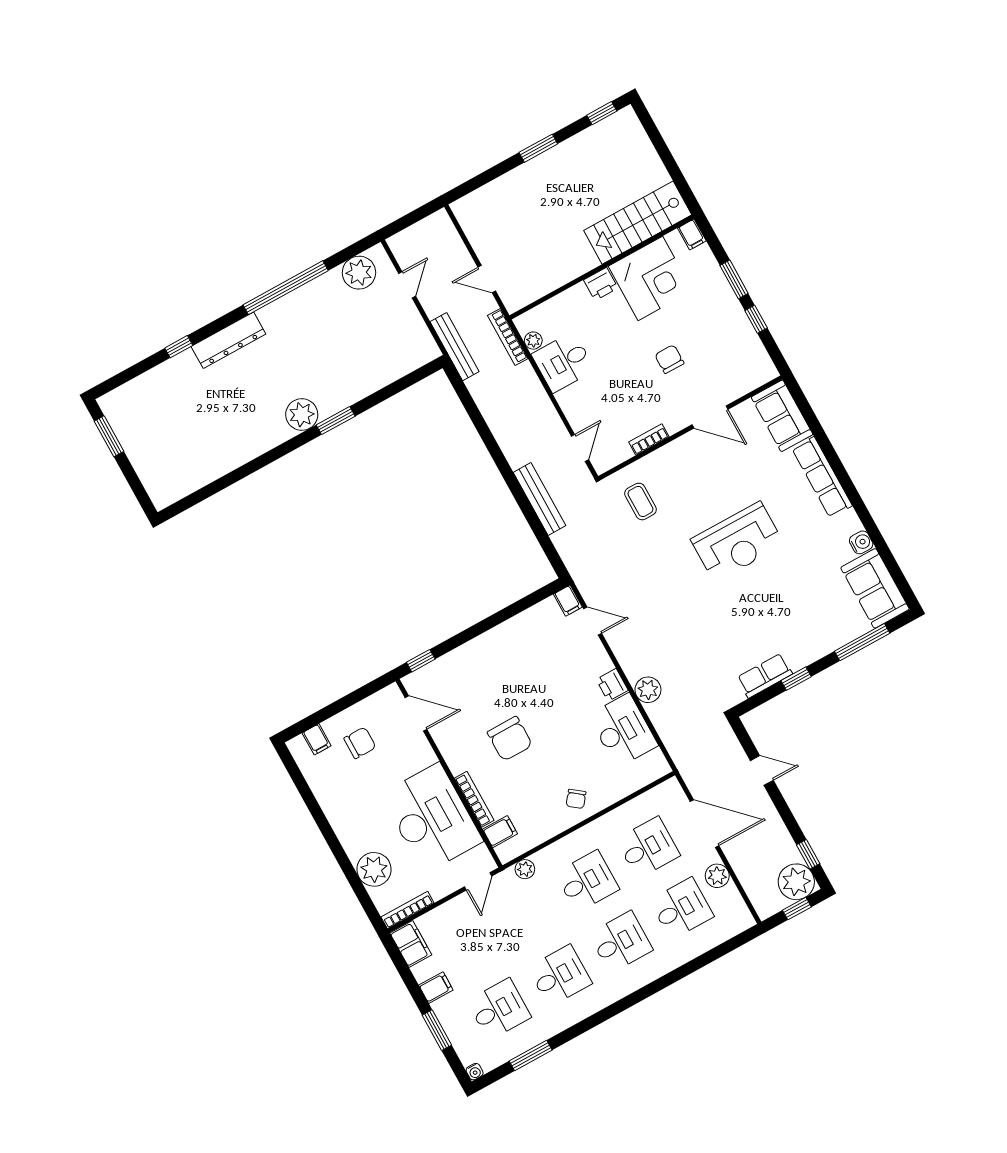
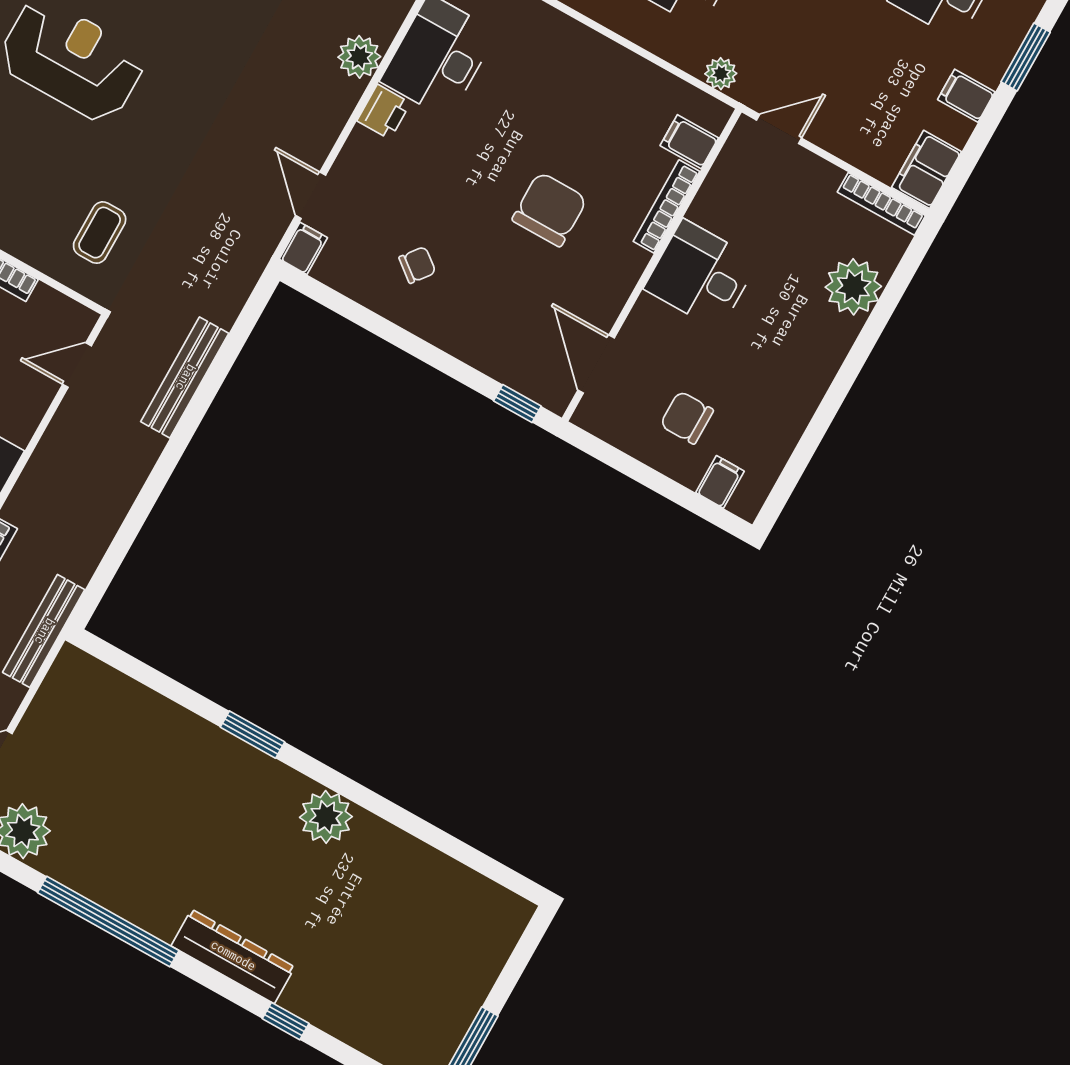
plant: (302, 415) -> (326, 817), moved
chair: (576, 799) -> (417, 265), moved
desk: (432, 818) -> (701, 275), width x0.53, depth x0.77

